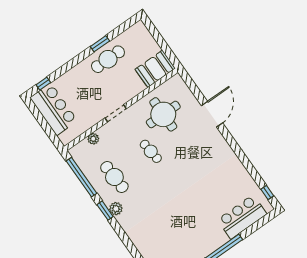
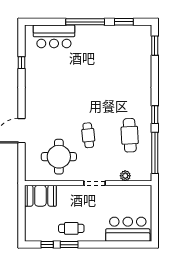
cafe table: (108, 59) -> (71, 228), width x0.73, depth x0.74
window: (43, 84) -> (47, 245), moved
bar counter: (54, 109) -> (128, 229), moved, turned 90
window: (267, 193) -> (22, 63), moved
plant: (116, 209) -> (146, 110), removed

